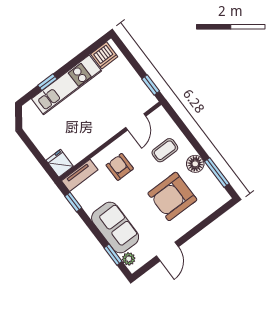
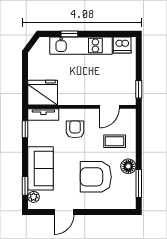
fridge: (60, 163) -> (43, 93), width x1.88, depth x1.34

